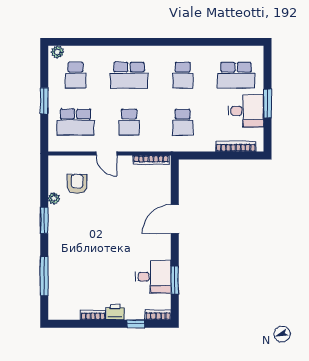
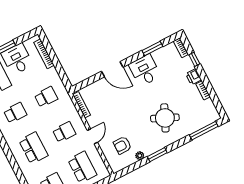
round table: (84, 252) -> (165, 118), added
window: (44, 276) -> (204, 131), moved
desk: (153, 277) -> (145, 70), moved

